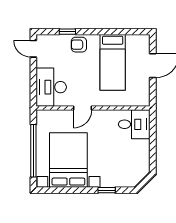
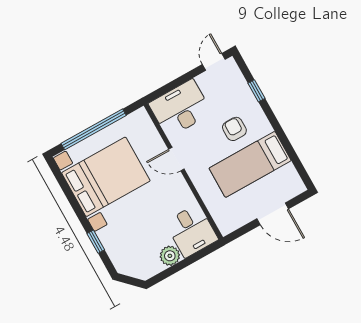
armchair: (79, 45) -> (234, 129), moved
plant: (143, 147) -> (170, 256), added

